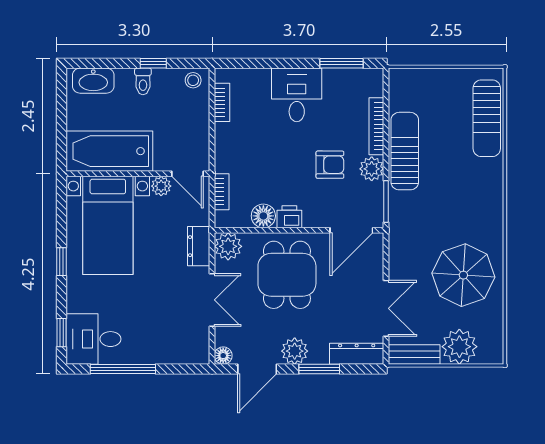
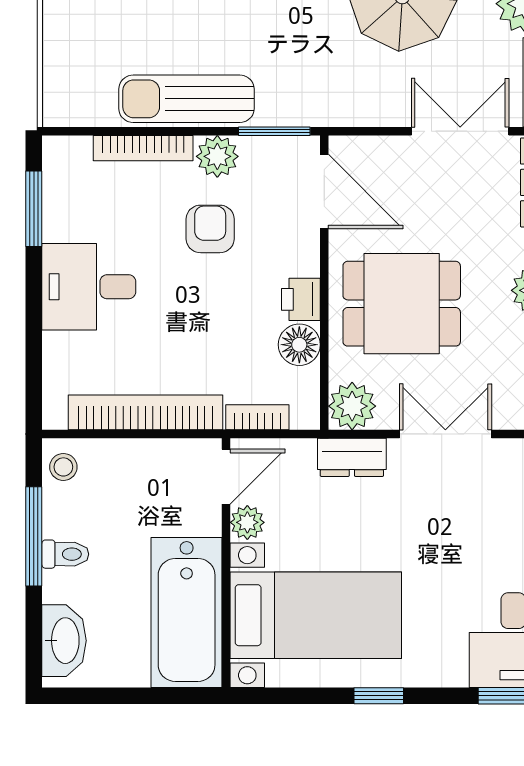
window: (153, 63) -> (34, 536), width x2.17
bookcase: (222, 102) -> (146, 412), width x2.31, depth x1.31

